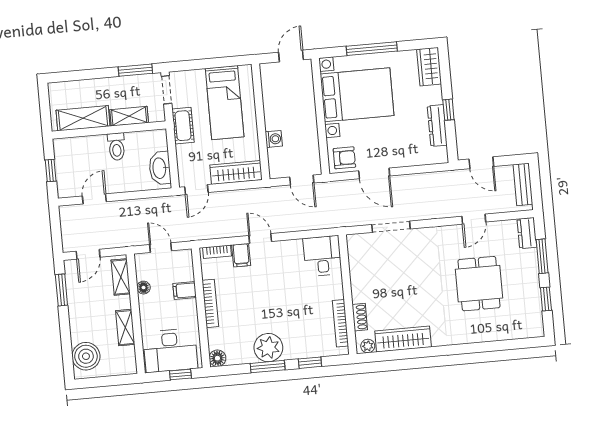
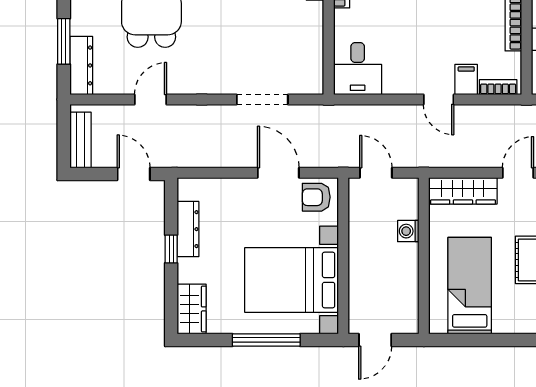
dresser: (527, 233) -> (81, 65), width x1.44

